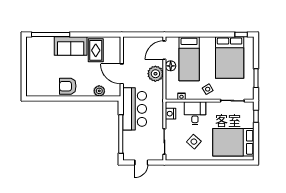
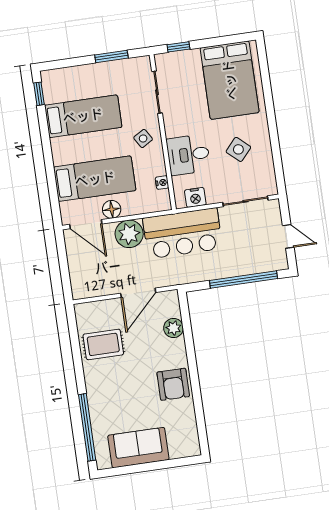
sofa: (71, 46) -> (138, 448), moved, turned -90
bed: (230, 57) -> (83, 116), width x0.67
bar counter: (135, 109) -> (183, 233), moved, turned 180

